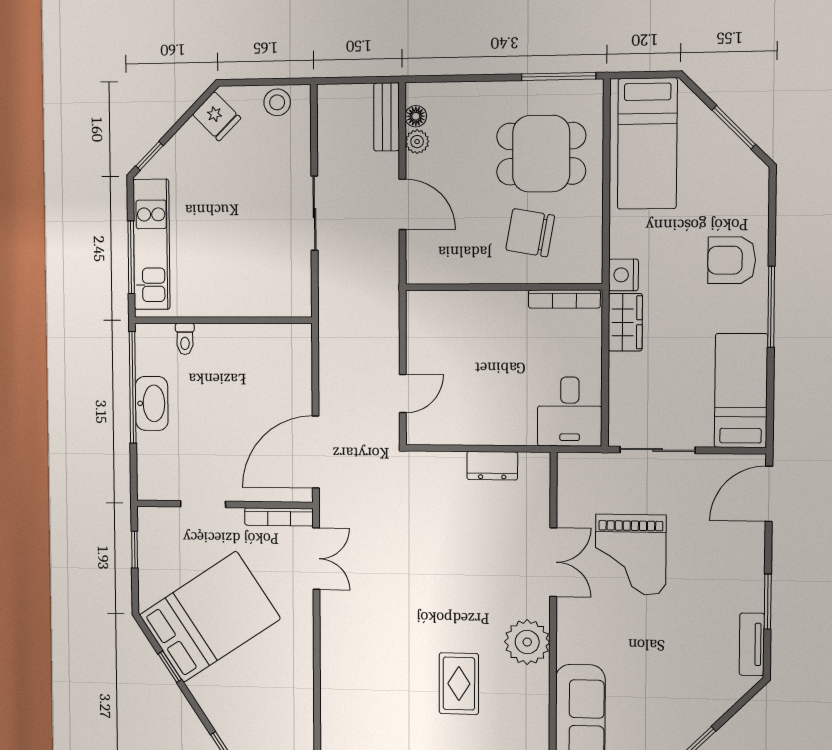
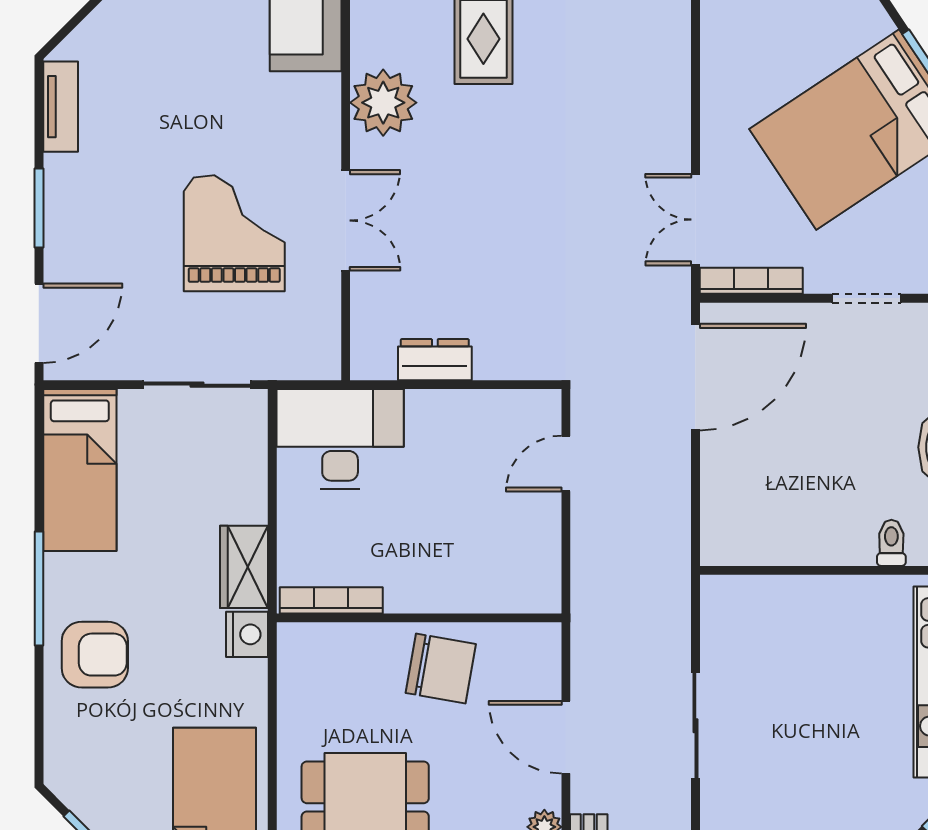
chair: (530, 233) -> (441, 668), moved
desk: (570, 412) -> (340, 439), width x1.37
double door: (553, 562) -> (346, 220), swing flipped
window: (768, 602) -> (39, 208), moved

